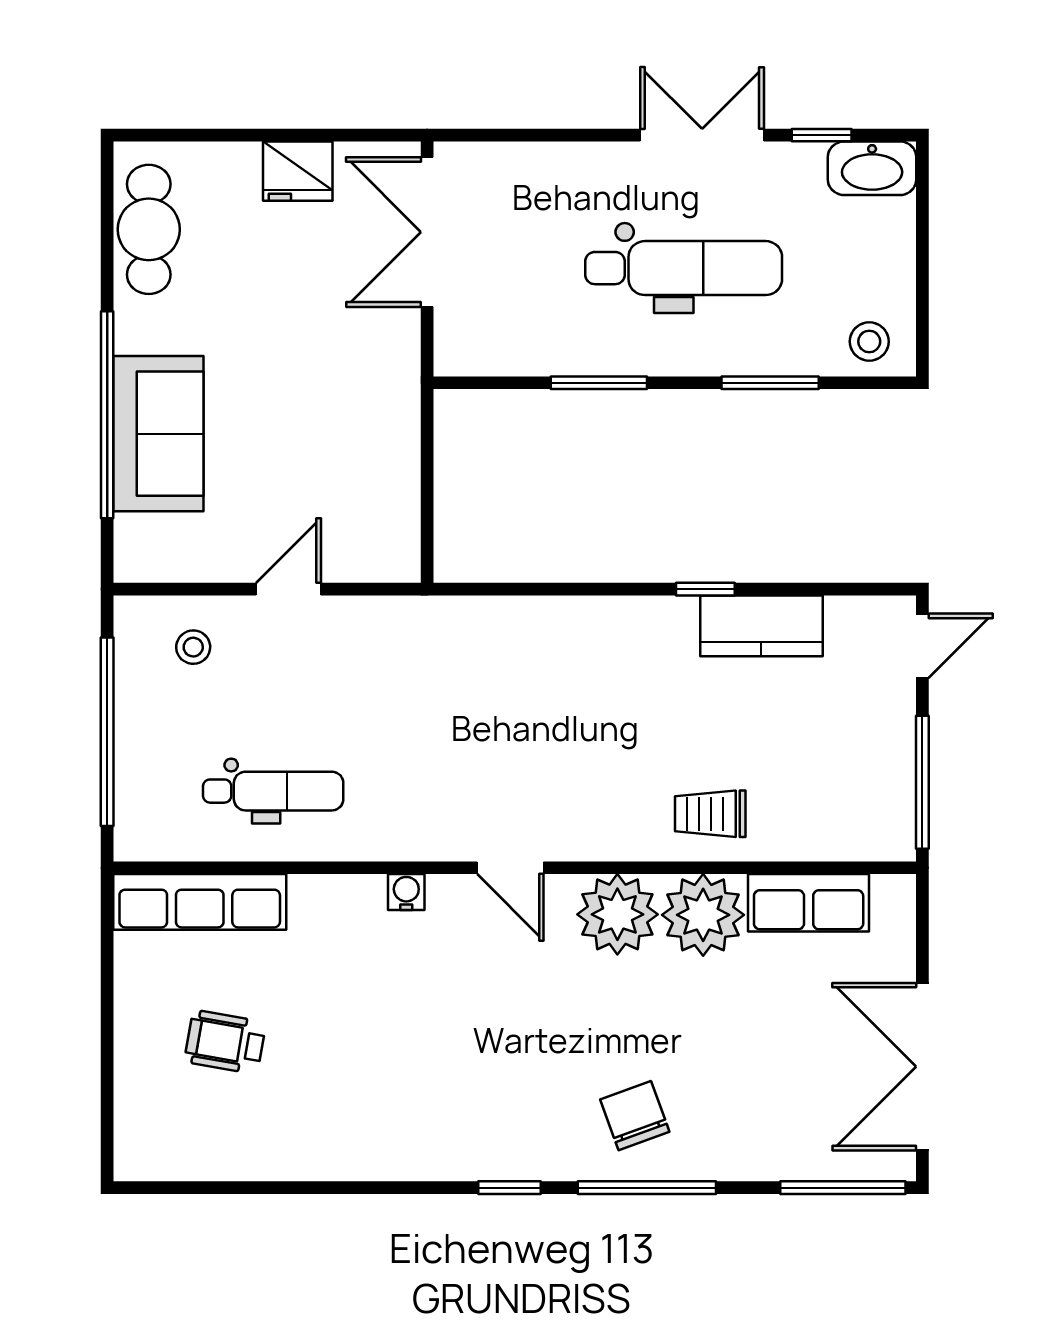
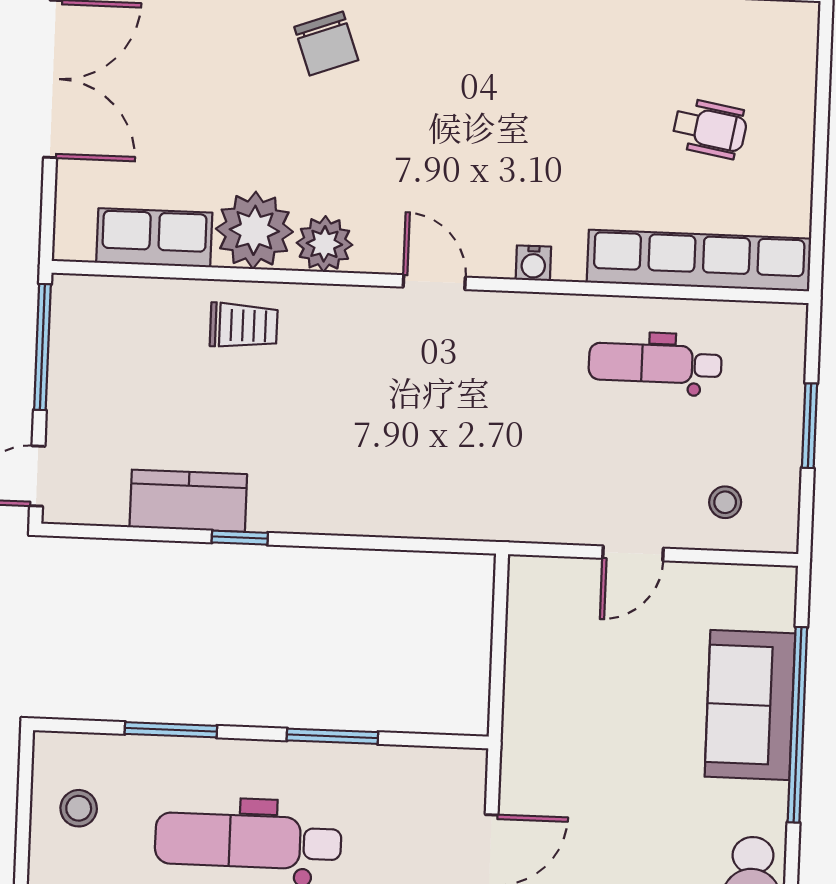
stool: (869, 341) -> (79, 808), moved
window: (107, 732) -> (809, 426), width x0.47
row of seats: (200, 902) -> (699, 260), width x1.36
plant: (617, 914) -> (324, 244), width x0.73, depth x0.73

